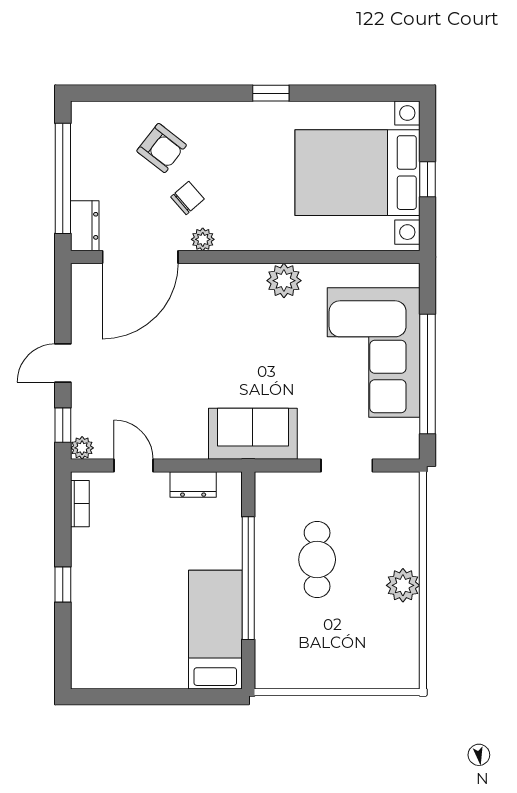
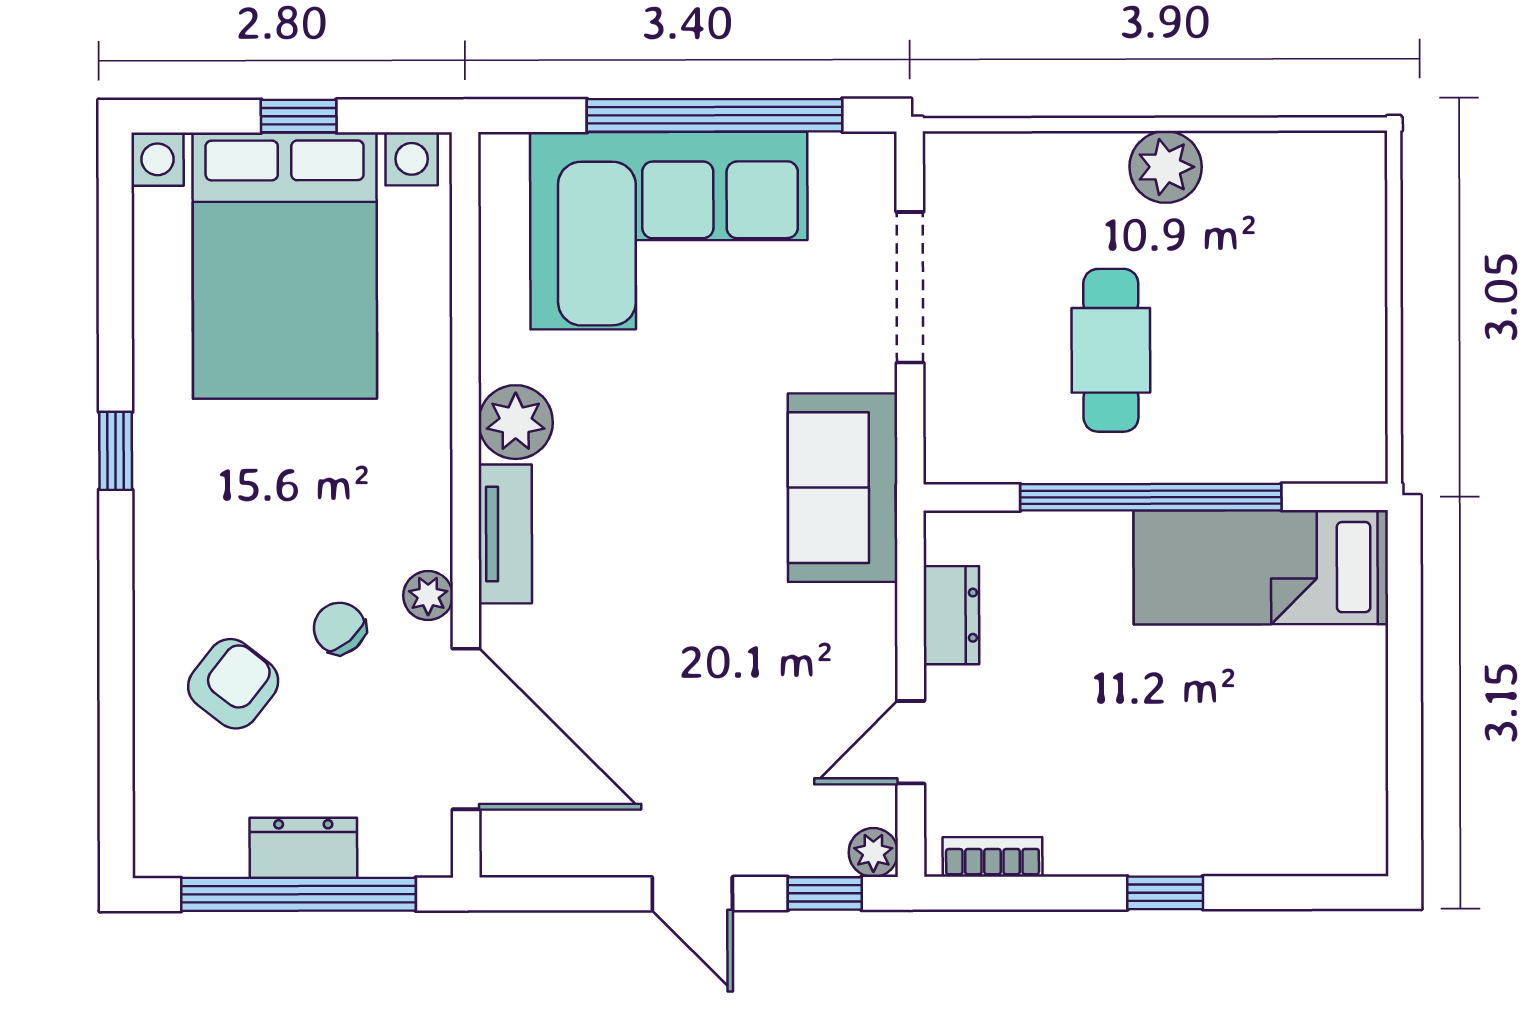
dresser: (85, 226) -> (303, 848), moved
tv unit: (232, 276) -> (505, 534), added
doorway: (347, 465) -> (910, 287), width x1.38
cafe table: (317, 560) -> (1111, 350), turned 90

